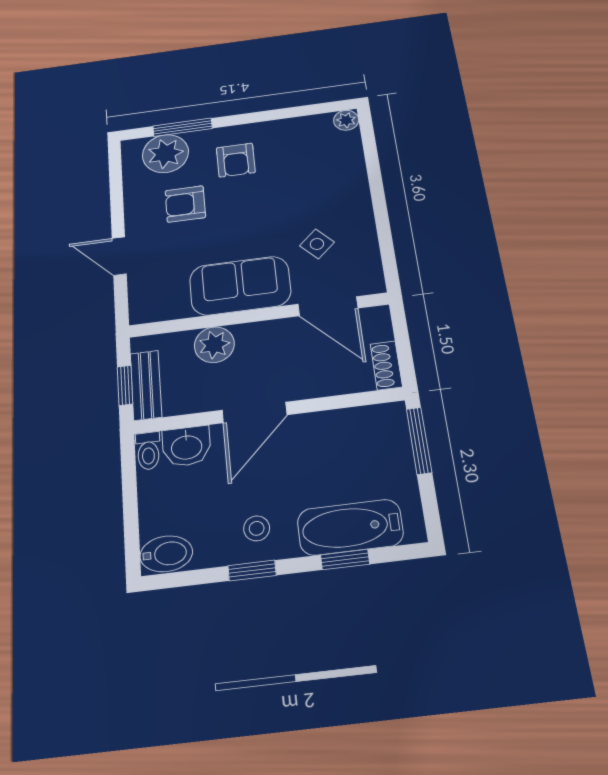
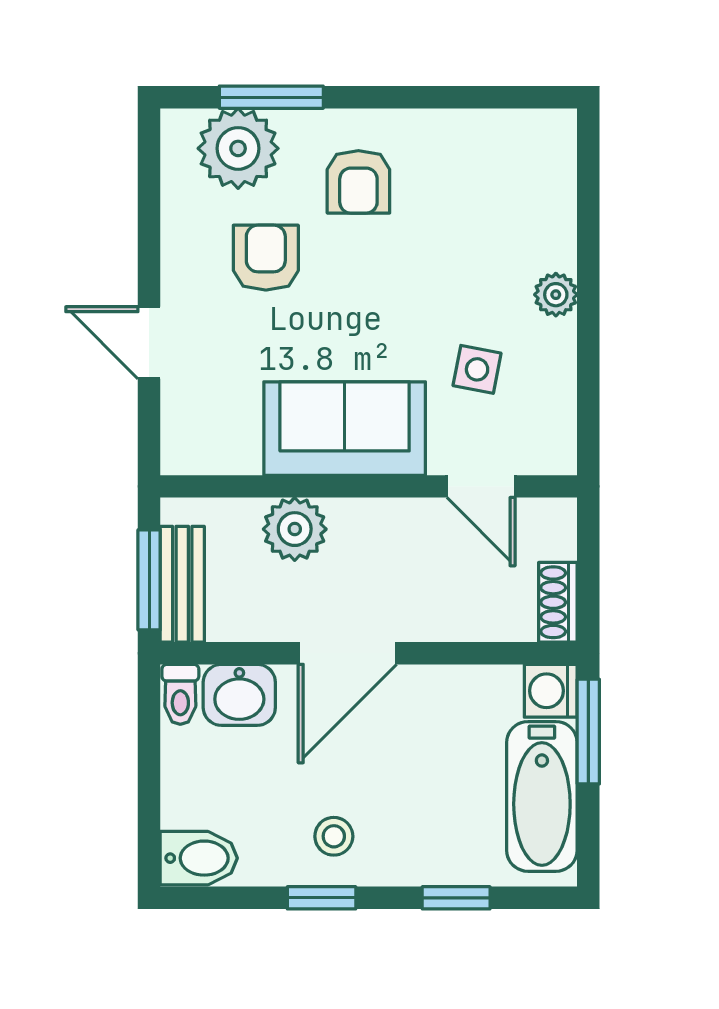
plant: (346, 120) -> (556, 295), moved
armchair: (185, 204) -> (266, 258), turned 90
side table: (317, 244) -> (477, 369), turned -36
door: (328, 306) -> (481, 486), width x0.73
window: (125, 385) -> (149, 580), width x1.50
washing machine: (390, 419) -> (551, 691), added
bathtub: (350, 527) -> (542, 796), moved, turned -90

